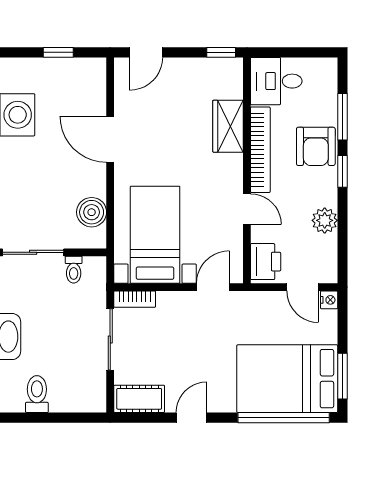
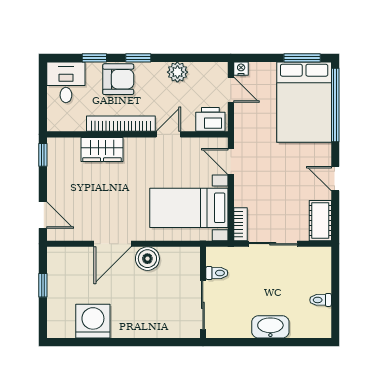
desk: (276, 81) -> (66, 82), moved, turned 180
window: (343, 117) -> (94, 58), width x0.67
boiler: (92, 212) -> (147, 259), moved
door: (303, 287) -> (231, 90), hinge flipped
toilet: (37, 394) -> (321, 300), width x0.73, depth x0.72

